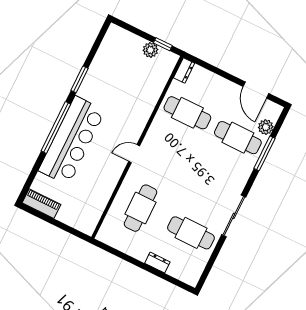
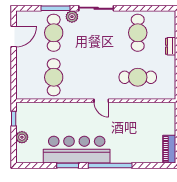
plant: (150, 50) -> (22, 137), moved
dresser: (184, 71) -> (25, 94), removed
plant: (266, 127) -> (72, 17), moved
bar counter: (72, 140) -> (77, 150), moved
sliding door: (234, 216) -> (96, 8), moved

